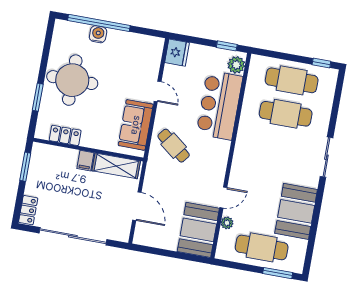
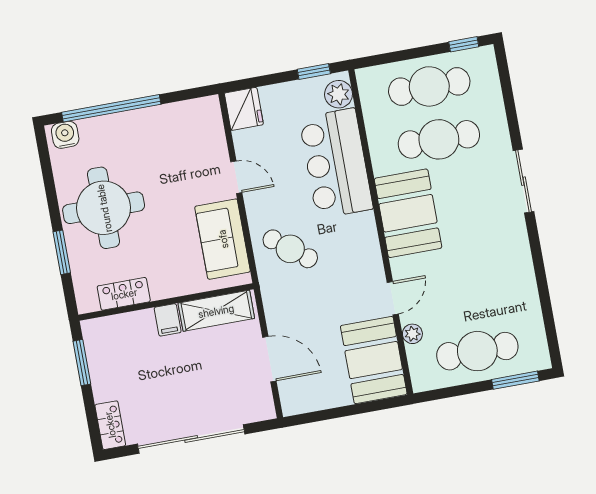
water cooler: (98, 34) -> (65, 135), moved
booth: (296, 211) -> (408, 213), moved

